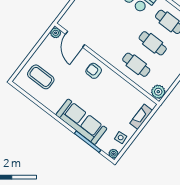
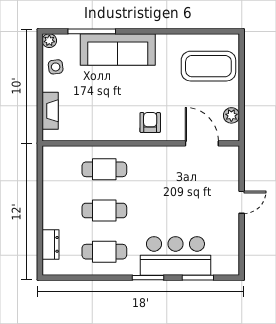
plant: (56, 33) -> (231, 115), moved
armchair: (94, 71) -> (150, 122), turned -90
coffee table: (41, 77) -> (208, 66), width x1.36, depth x1.32
plant: (158, 92) -> (53, 157), removed

